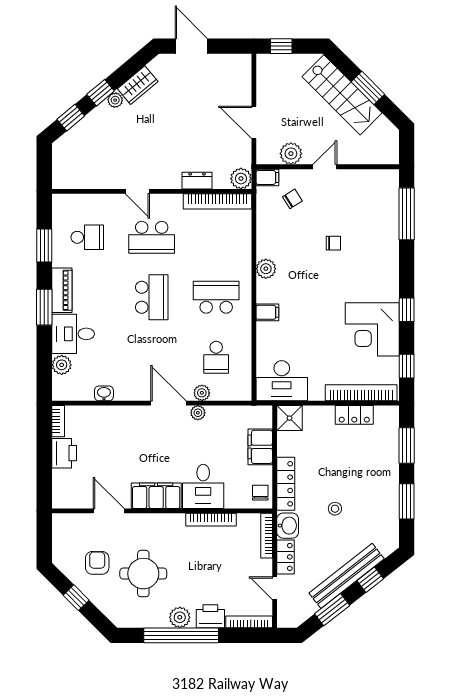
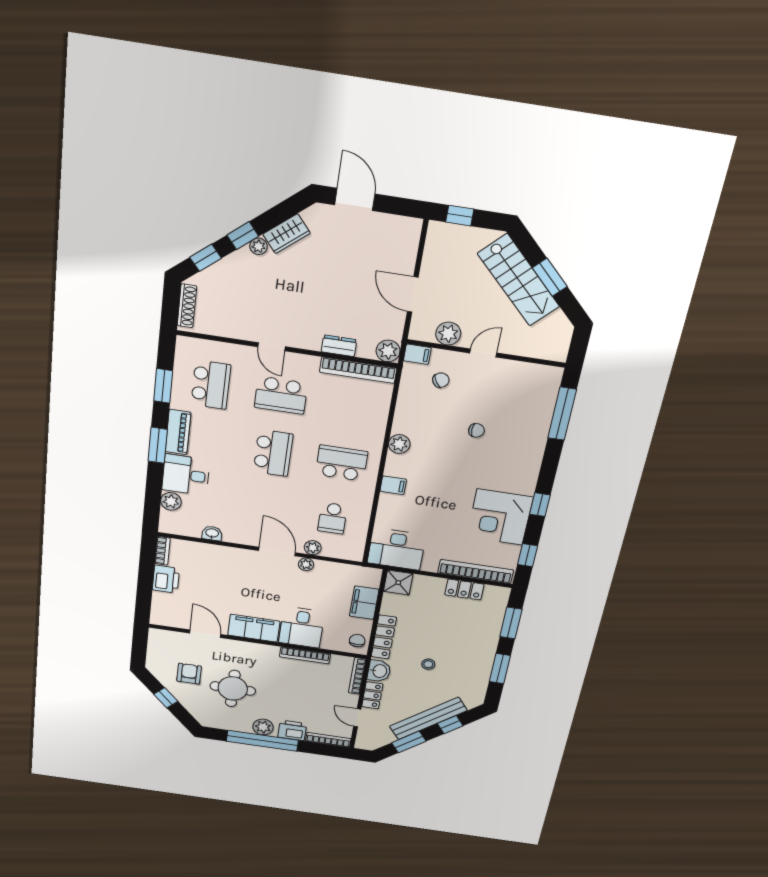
shoe rack: (59, 165) -> (187, 306), added
school desk: (87, 237) -> (211, 385), width x1.85

